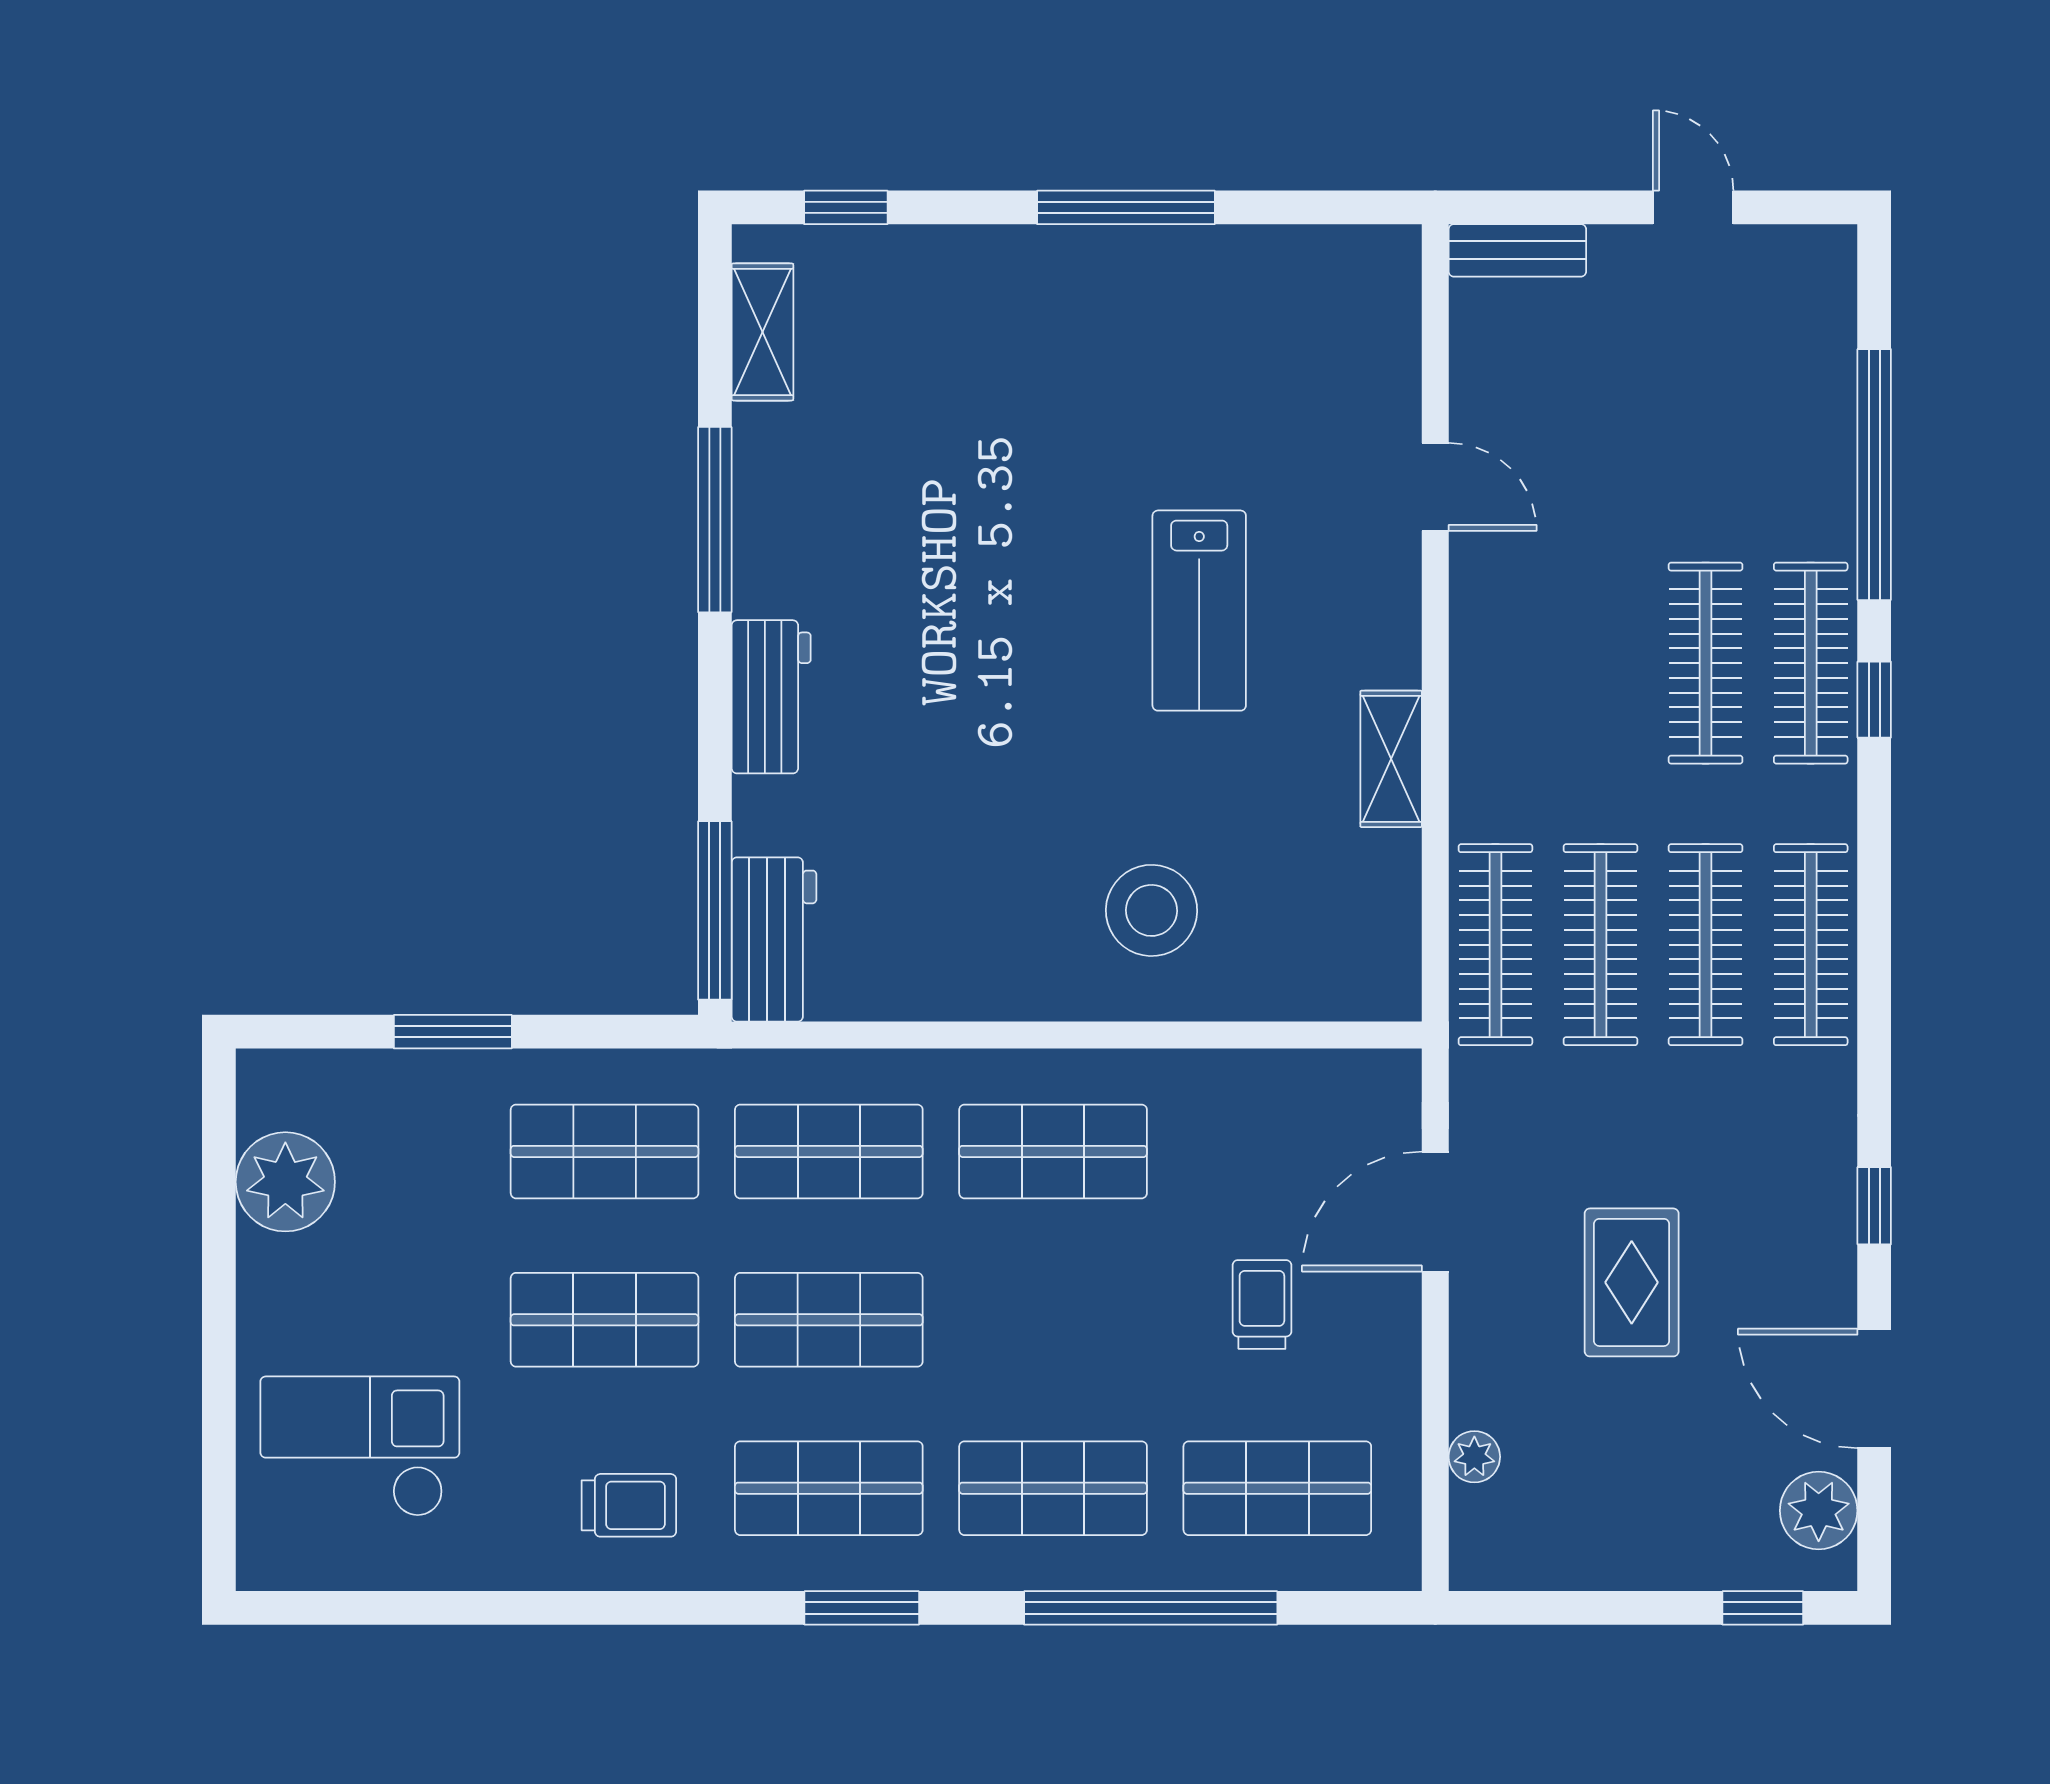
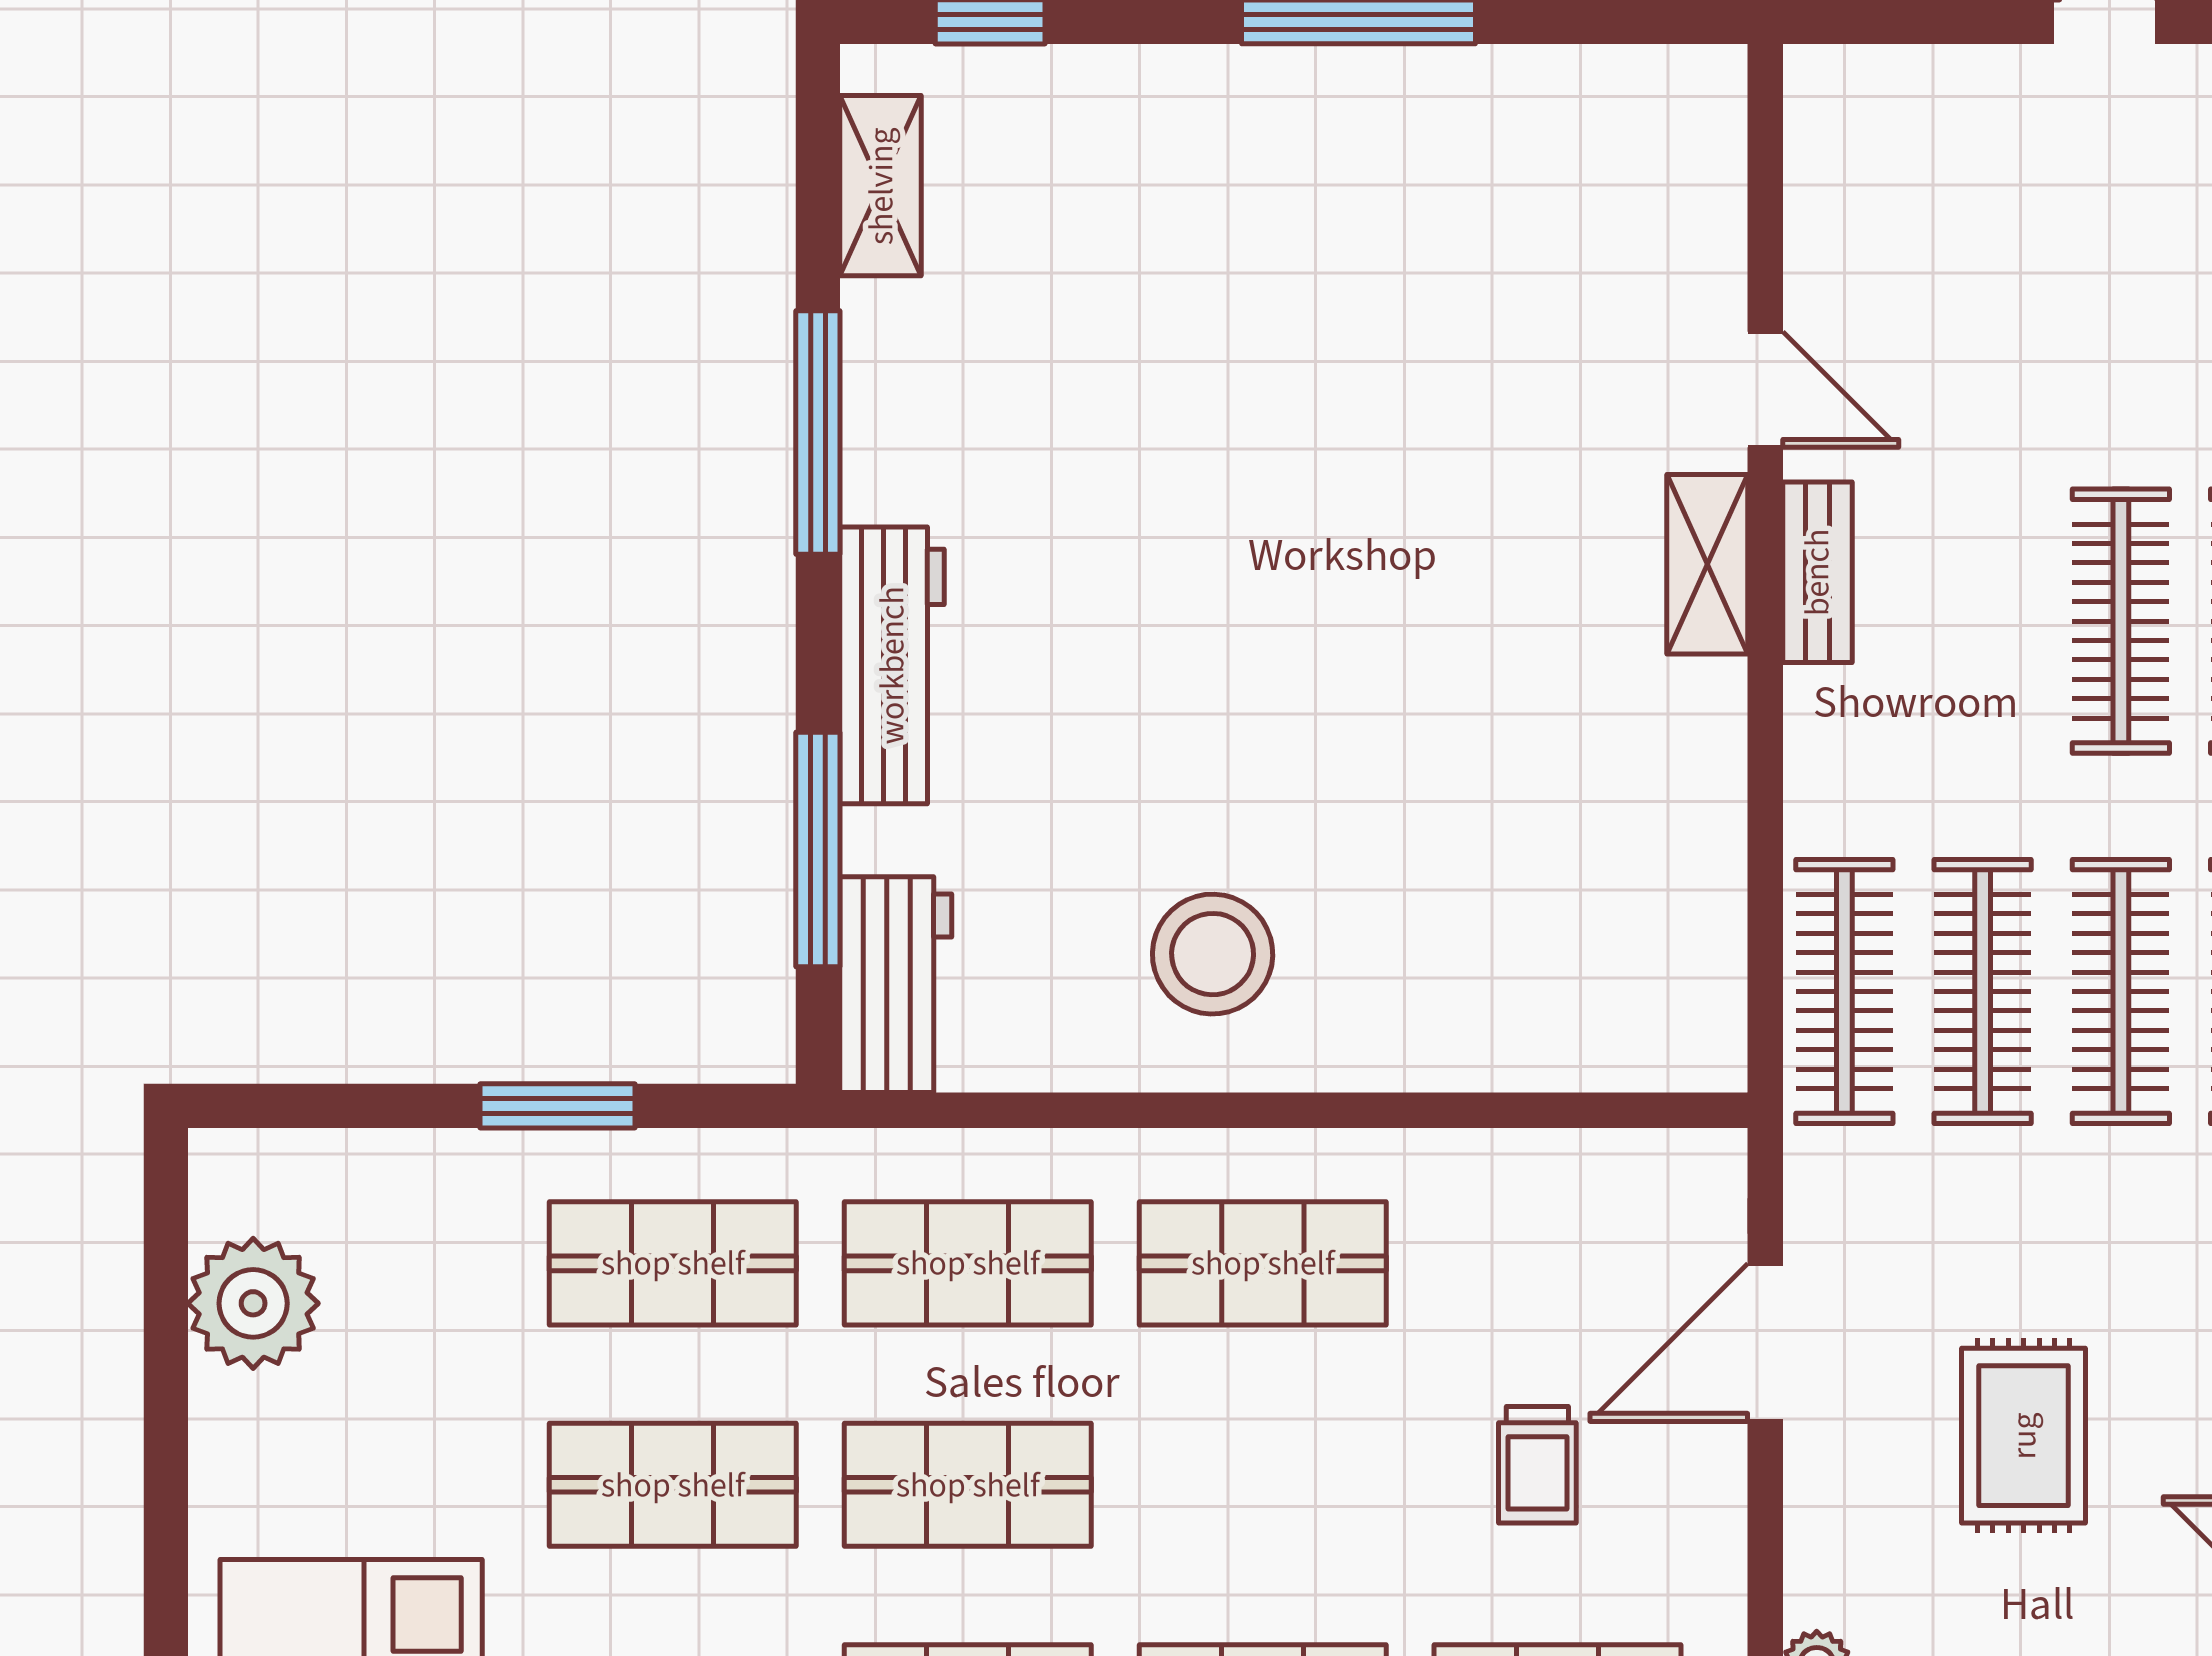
bench: (1517, 250) -> (1817, 572), moved, turned 90
lab bench: (1199, 611) -> (1455, 552), removed
workbench: (771, 697) -> (892, 665), width x1.38
shelving: (1391, 759) -> (1707, 564), moved
window: (715, 910) -> (818, 850), moved
stool: (1152, 910) -> (1213, 954), moved
window: (453, 1032) -> (557, 1106), moved
trolley: (1262, 1305) -> (1537, 1465), turned 180

